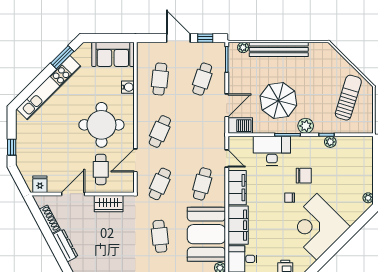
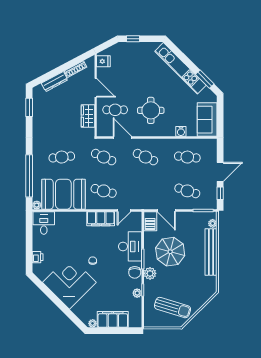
round table: (101, 125) -> (151, 110), width x0.73, depth x0.73
chair: (304, 176) -> (135, 272), moved
filing cabinet: (238, 225) -> (113, 319), moved, turned 180

